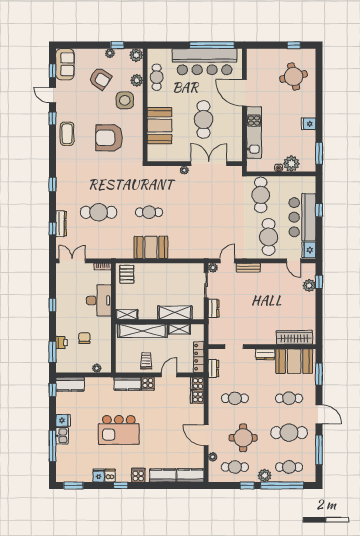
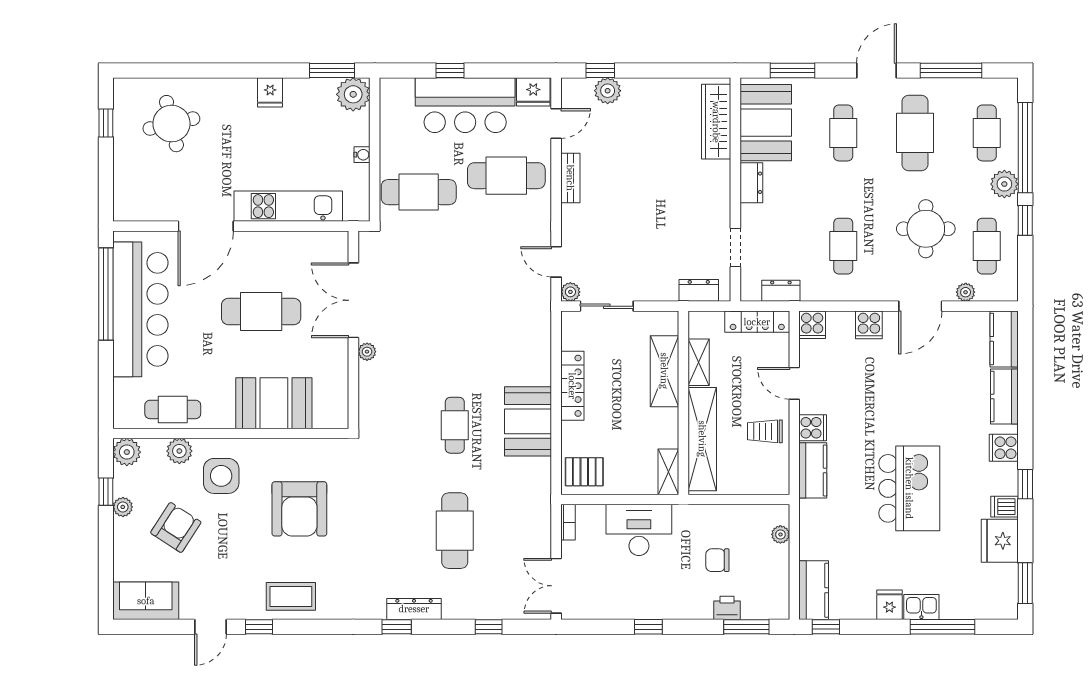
window: (53, 71) -> (159, 627), removed
plant: (291, 164) -> (353, 94), moved
dresser: (61, 224) -> (414, 609), moved
bench: (248, 268) -> (570, 178), moved
locker: (168, 269) -> (572, 386), added
dresser: (214, 308) -> (699, 290), moved
cooker: (197, 397) -> (869, 325), moved
fridge: (99, 476) -> (1000, 541), width x1.88, depth x1.34

